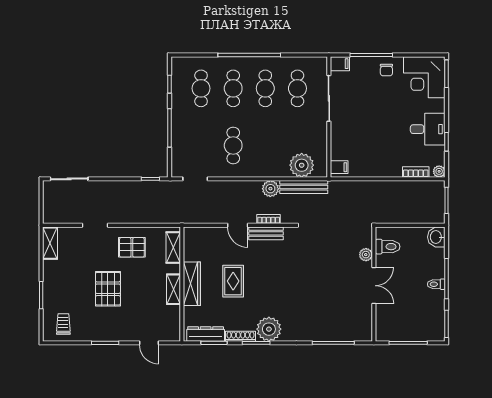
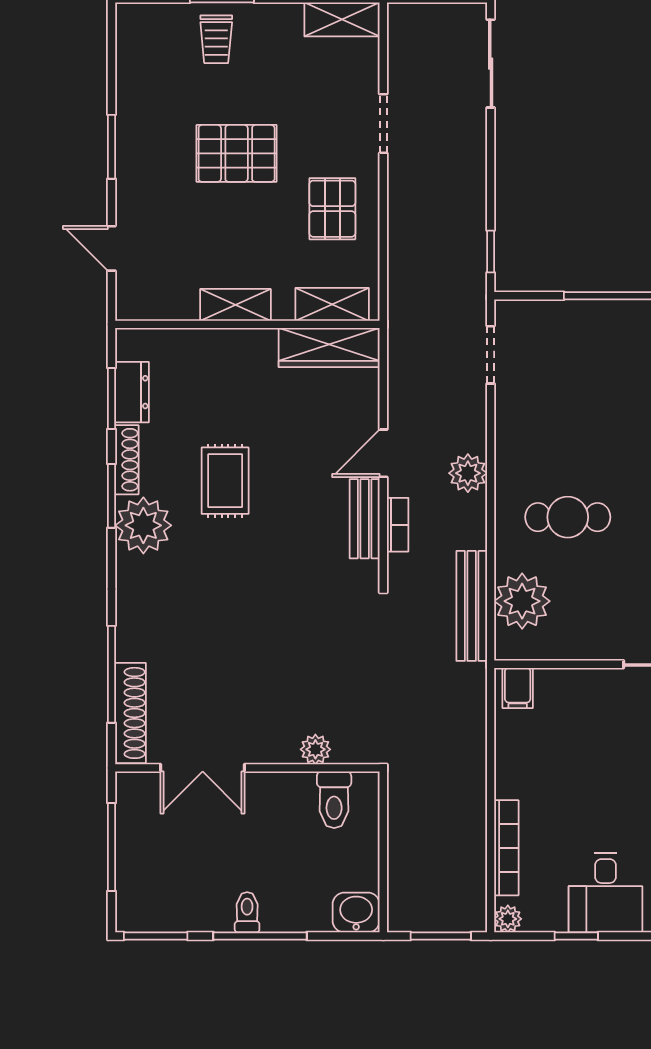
cafe table: (233, 145) -> (568, 517), moved
bookcase: (416, 172) -> (506, 848), width x1.56
plant: (270, 189) -> (468, 473), moved
rug: (233, 281) -> (225, 481), moved, turned 90
wardrobe: (192, 284) -> (329, 348), moved
double door: (374, 286) -> (203, 768), moved
trolley: (63, 324) -> (216, 39), moved, turned 90
dresser: (206, 334) -> (132, 392), width x0.70
shoe rack: (350, 335) -> (131, 713), added
door: (149, 343) -> (111, 248), hinge flipped

